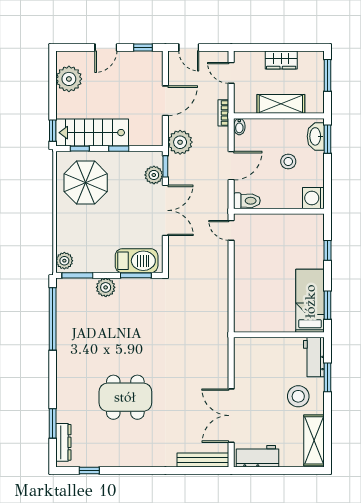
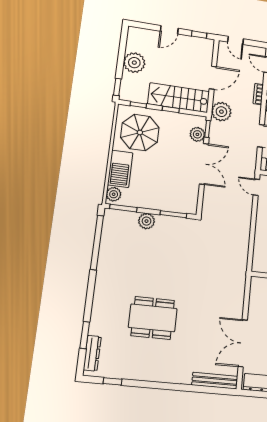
plant: (69, 79) -> (134, 63), moved
stairs: (92, 133) -> (179, 98), moved
barbecue: (137, 261) -> (120, 169), moved, turned 90

